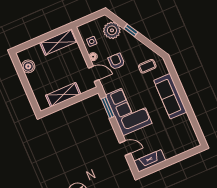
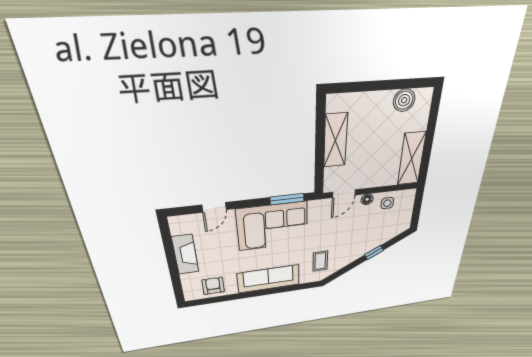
plant: (112, 30) -> (387, 231), removed
armchair: (116, 61) -> (213, 286), moved, turned -90
fireplace: (150, 161) -> (185, 255), moved

